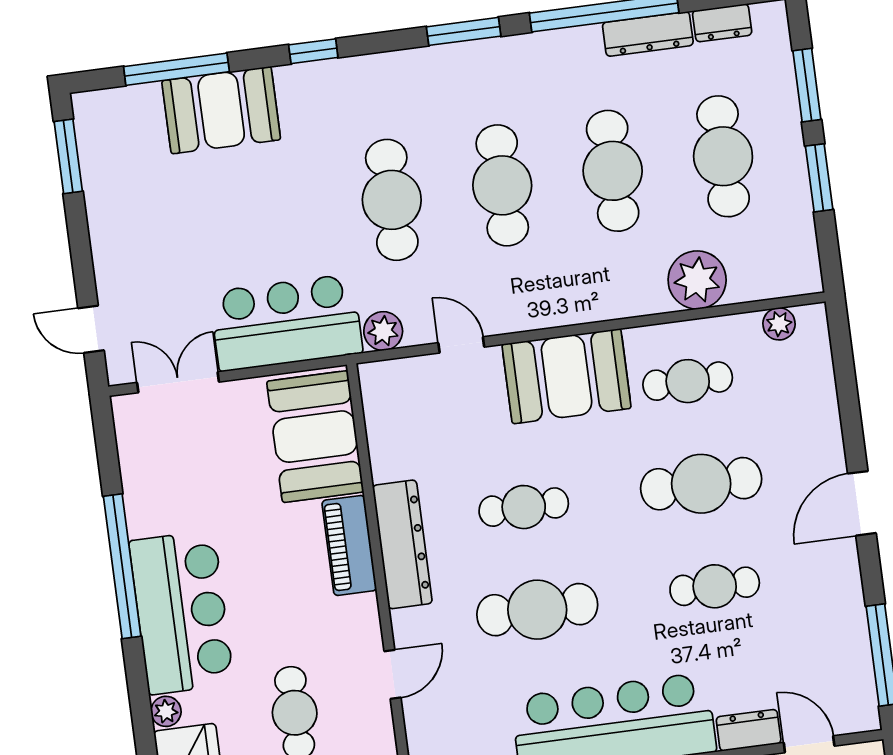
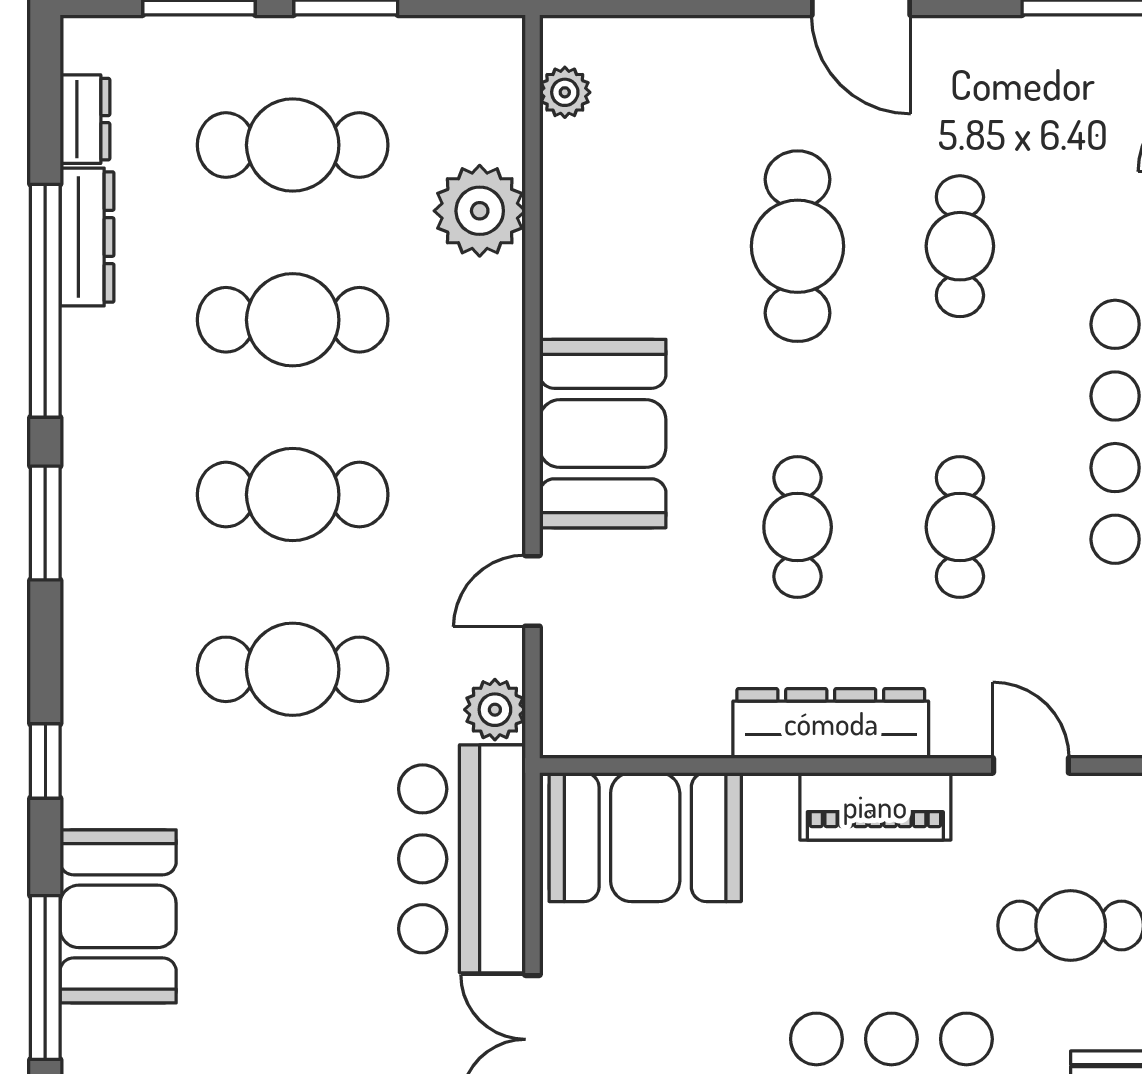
cafe table: (688, 381) -> (635, 246), removed
piano: (349, 545) -> (875, 806), moved
cafe table: (537, 610) -> (960, 527), width x0.73, depth x0.74

